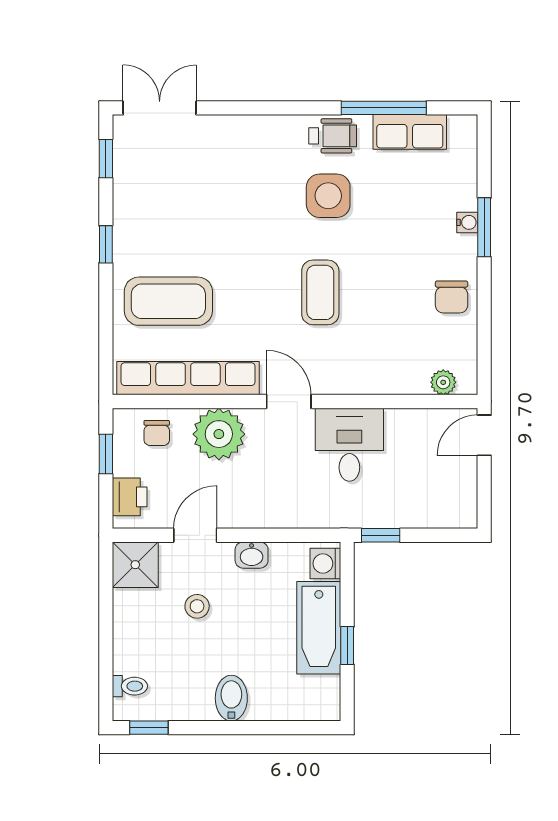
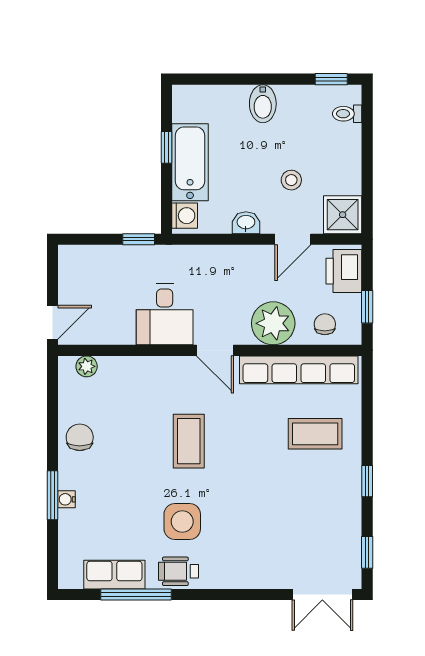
coffee table: (168, 301) -> (315, 434), width x0.73, depth x0.76
printer: (130, 497) -> (344, 271), width x1.36, depth x1.24

